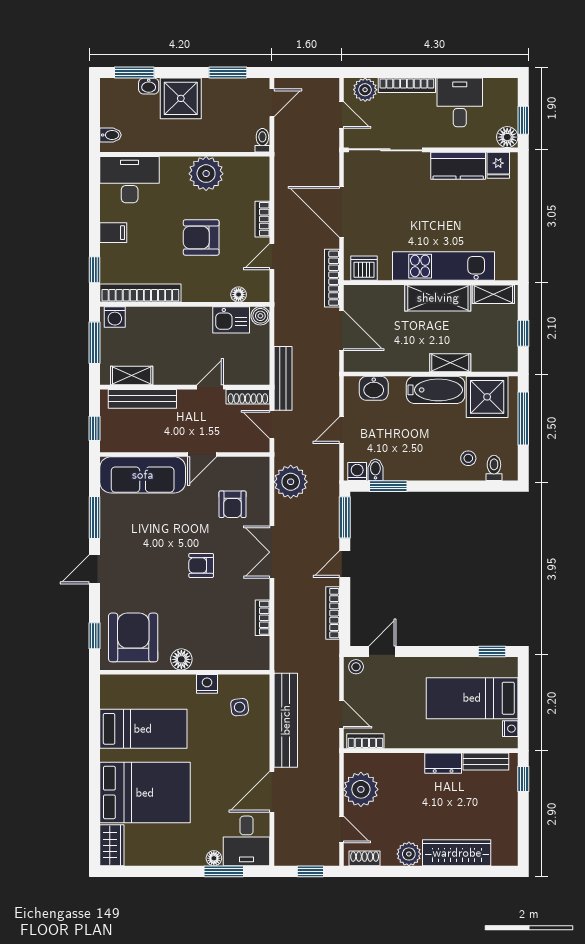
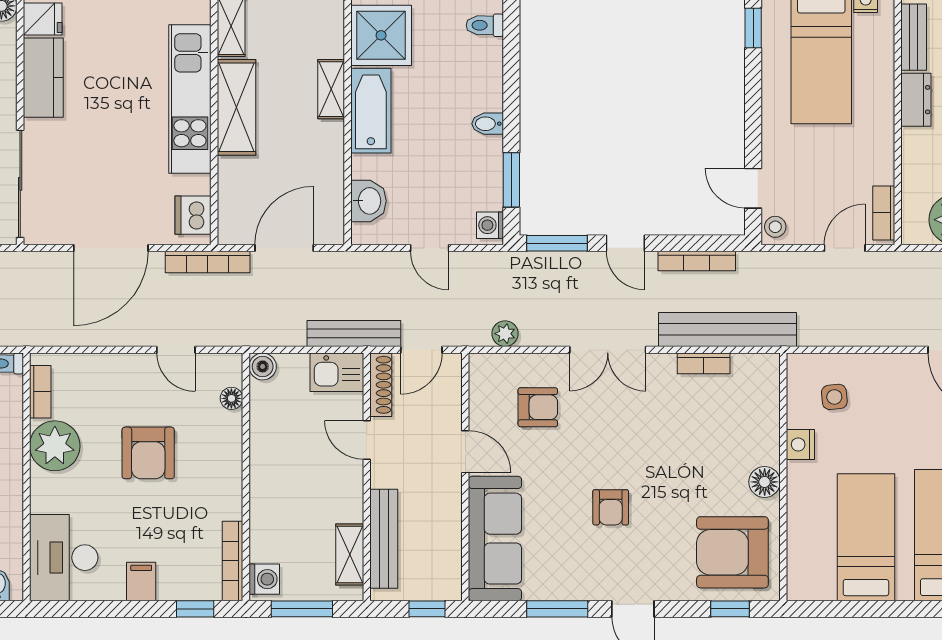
bookcase: (262, 219) -> (40, 392), moved, turned -90
bookcase: (140, 293) -> (232, 561), width x0.68, depth x0.76
kitchen sink: (231, 320) -> (337, 372), moved, turned 90
stool: (468, 458) -> (471, 63), removed
bidet: (375, 470) -> (488, 124), moved
plant: (291, 482) -> (505, 334), width x0.53, depth x0.53
armchair: (201, 565) -> (611, 507), moved
bench: (286, 720) -> (728, 329), moved

